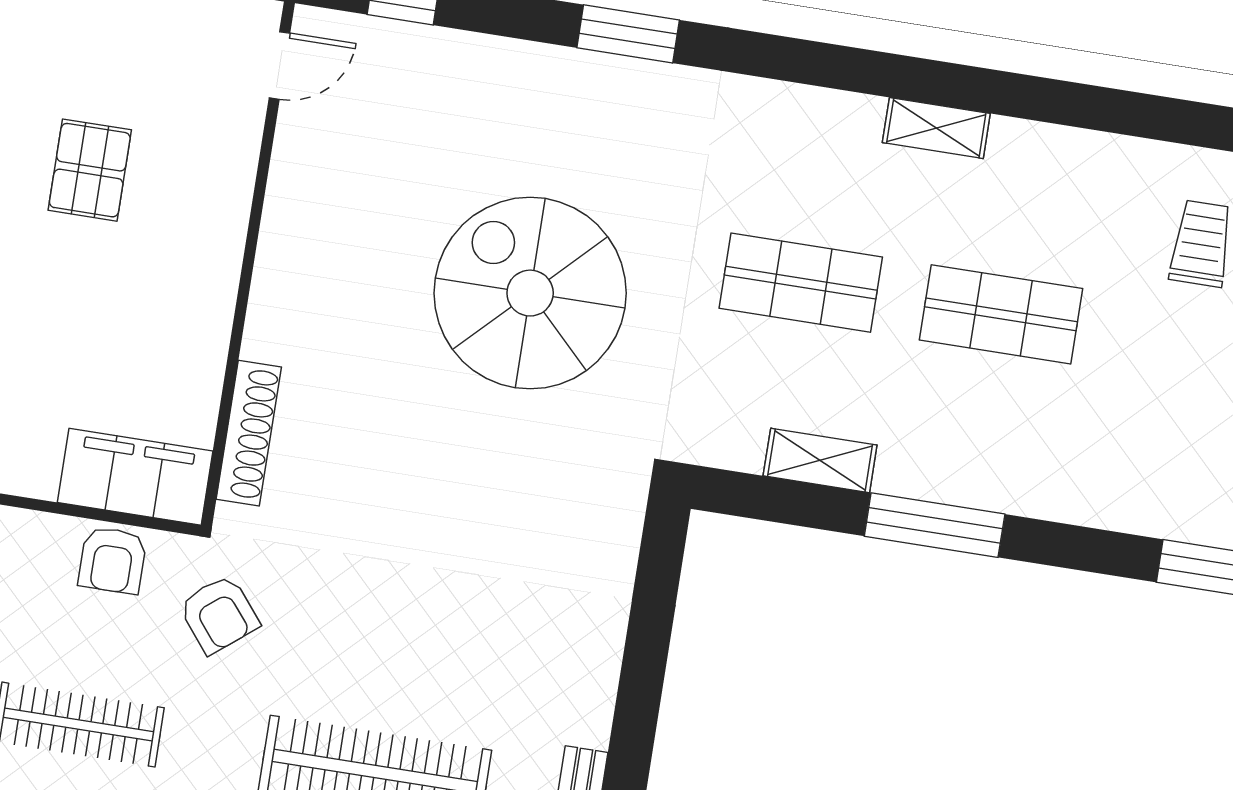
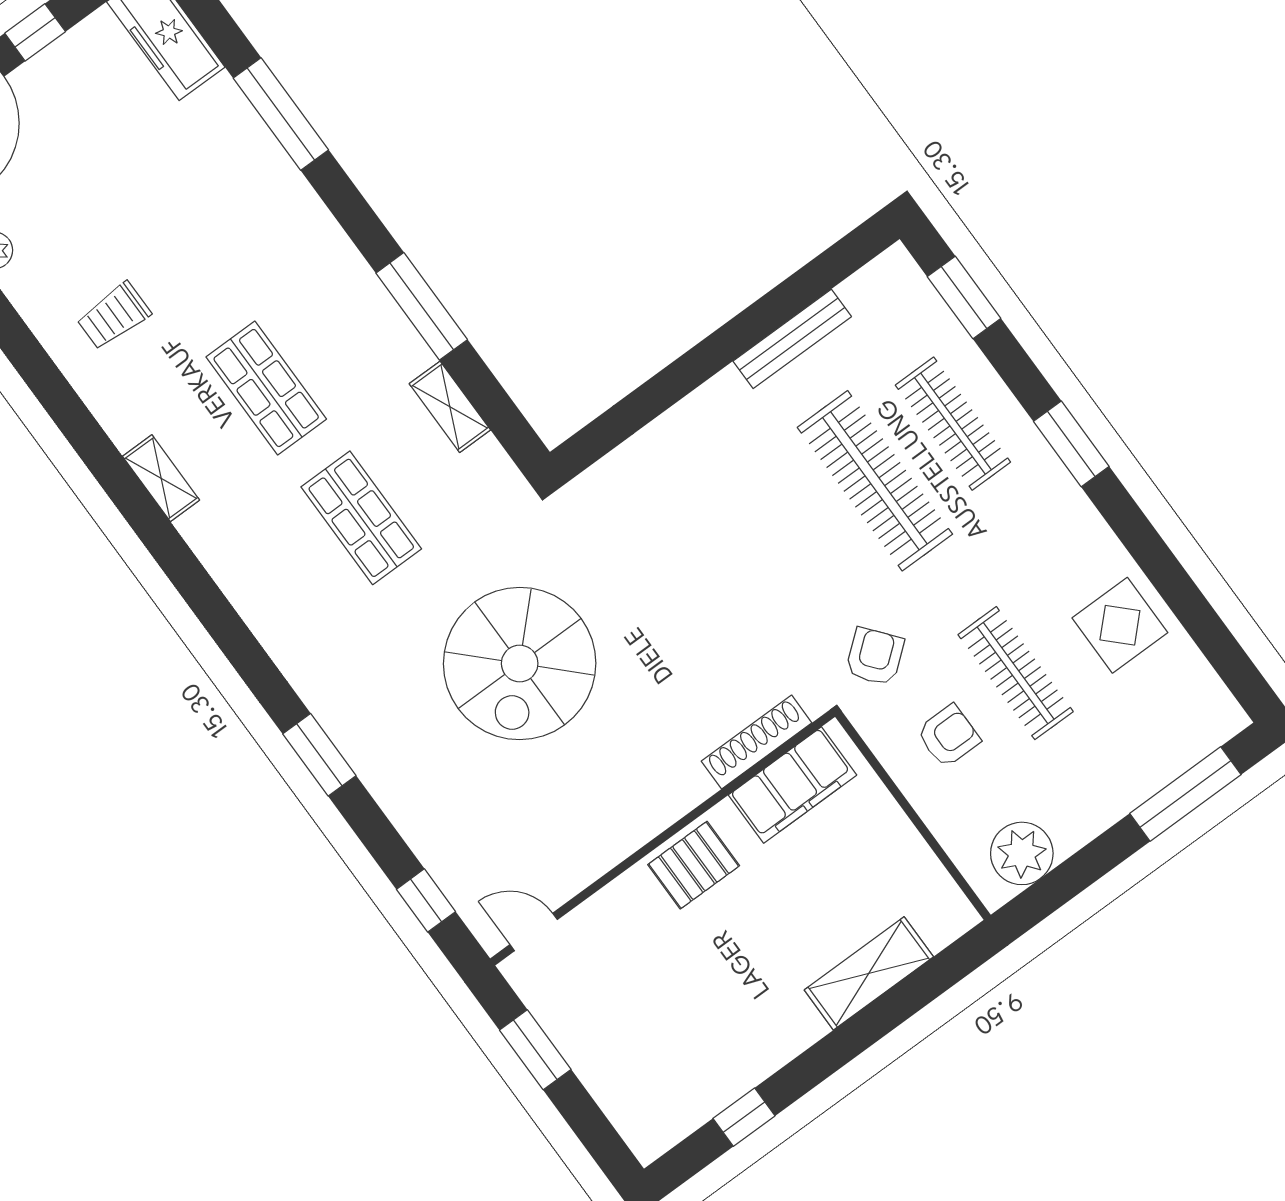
shelving: (936, 128) -> (161, 478), moved
pallet: (90, 170) -> (694, 865), moved
filing cabinet: (135, 477) -> (792, 785), moved, turned -90
armchair: (112, 560) -> (948, 736), moved

